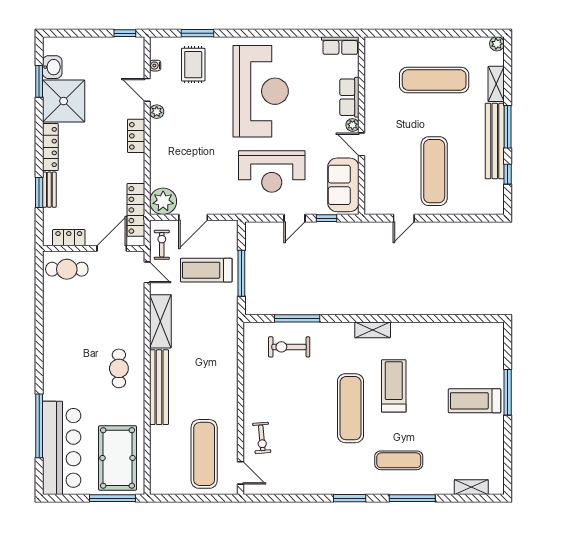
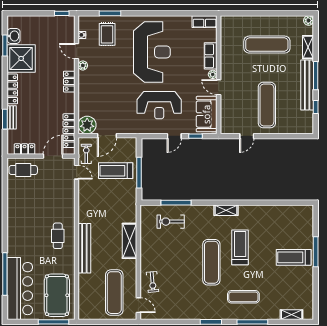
shelving: (160, 321) -> (130, 241), moved

